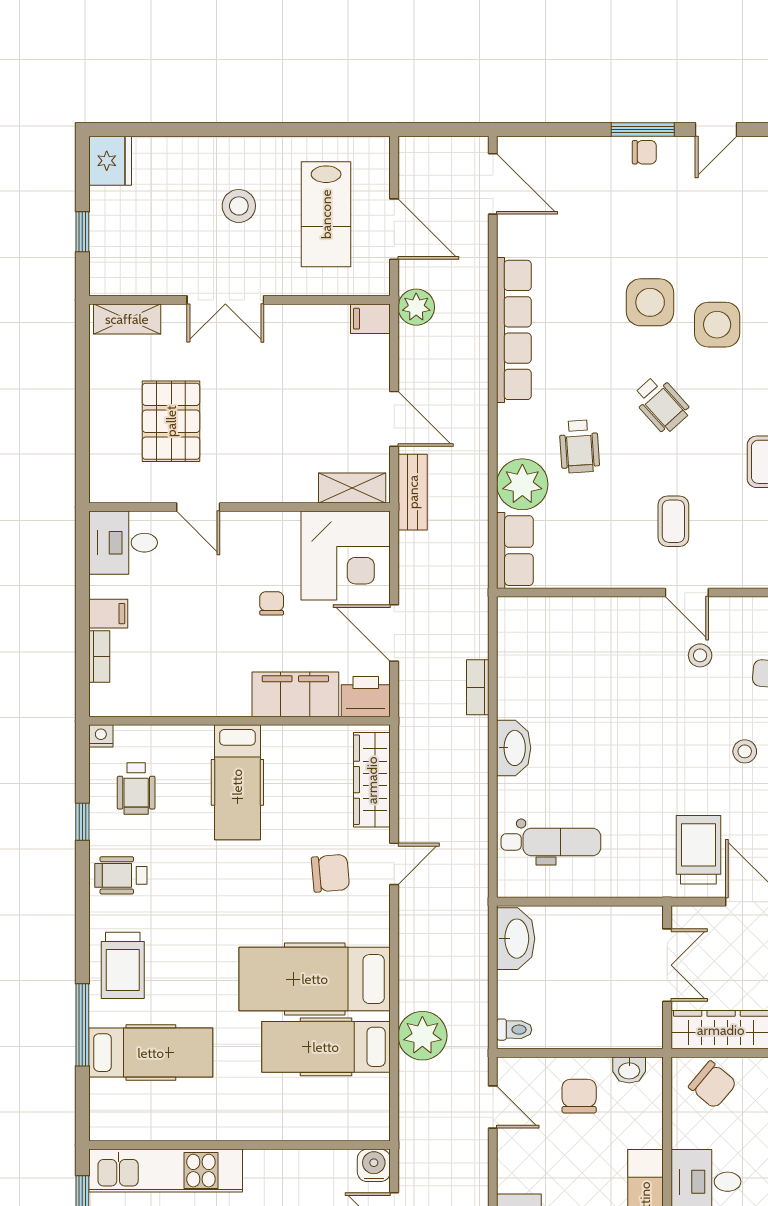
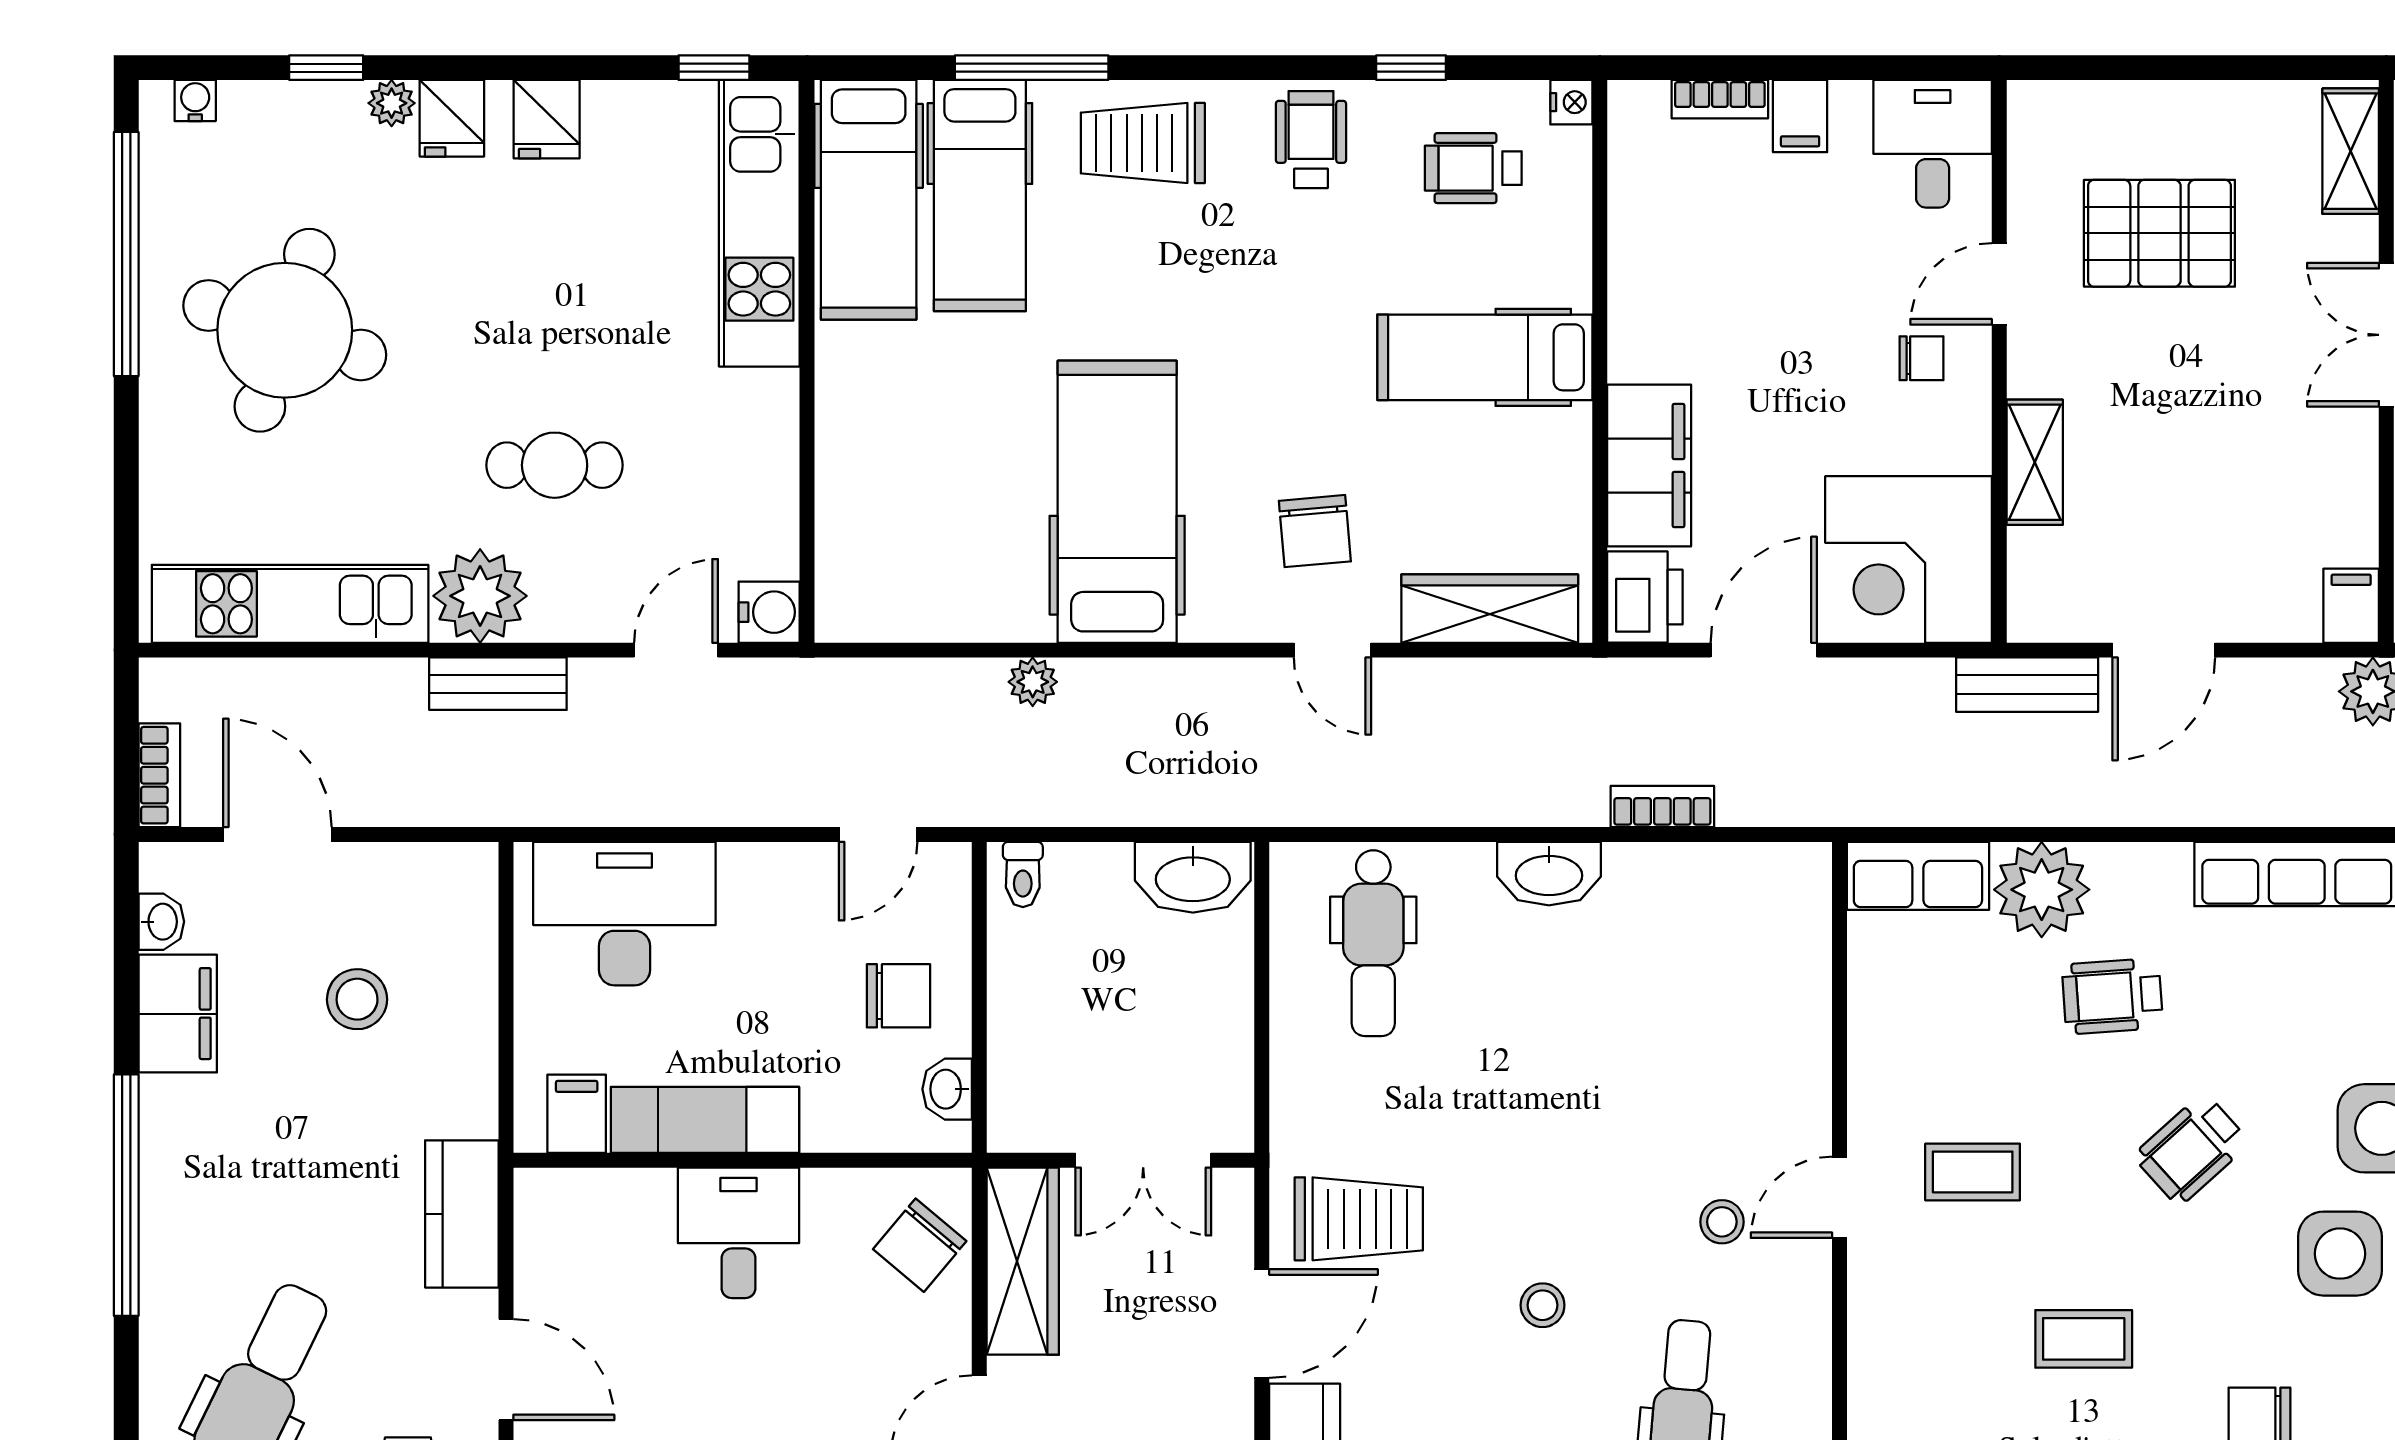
shelving: (352, 488) -> (2035, 462), moved
chair: (272, 603) -> (1922, 358), moved
plant: (422, 1036) -> (1033, 682), width x0.53, depth x0.53
hospital bed: (326, 1047) -> (869, 200), moved, turned 180

